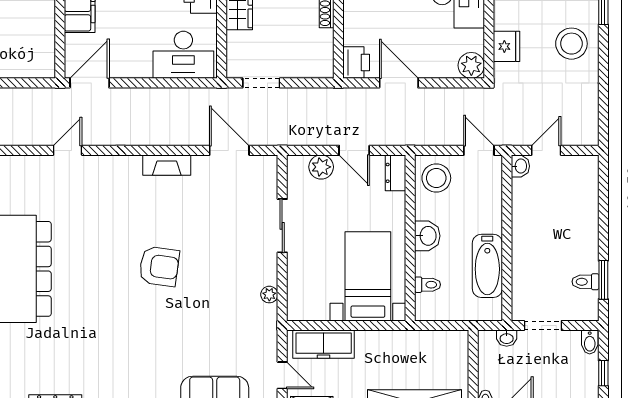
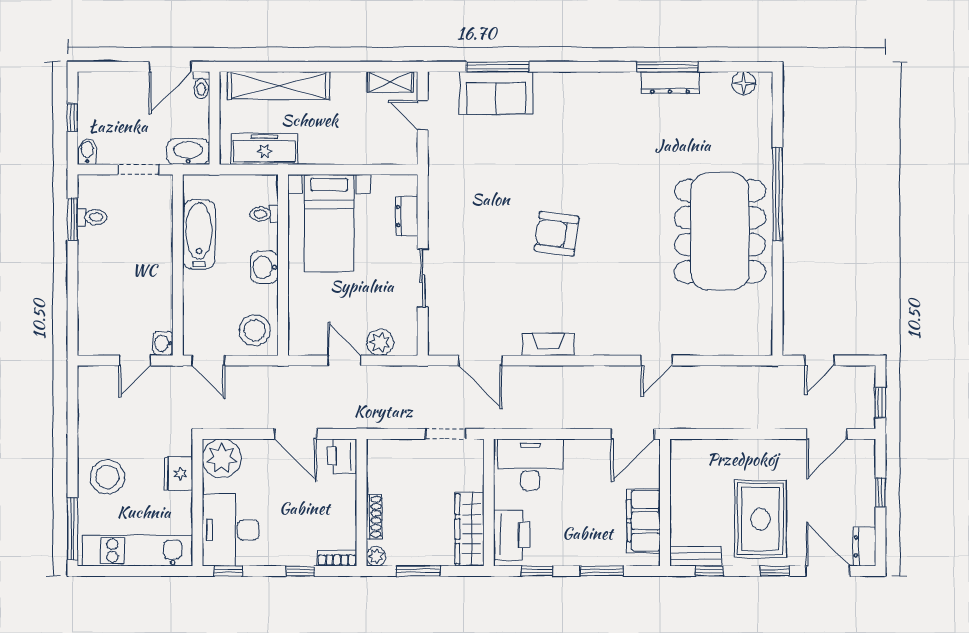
plant: (471, 65) -> (222, 458), width x1.36, depth x1.36
dresser: (396, 173) -> (407, 216), moved, turned 180
plant: (269, 295) -> (437, 203), removed
washbasin: (507, 338) -> (188, 152), width x1.91, depth x1.45
freezer: (324, 344) -> (264, 149), moved

